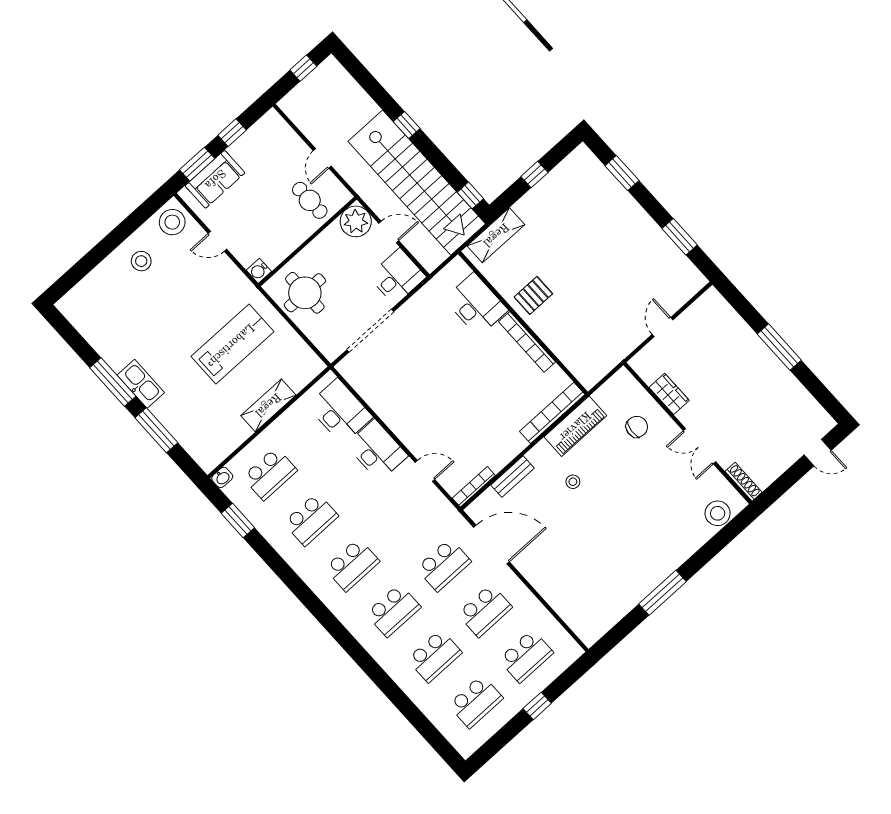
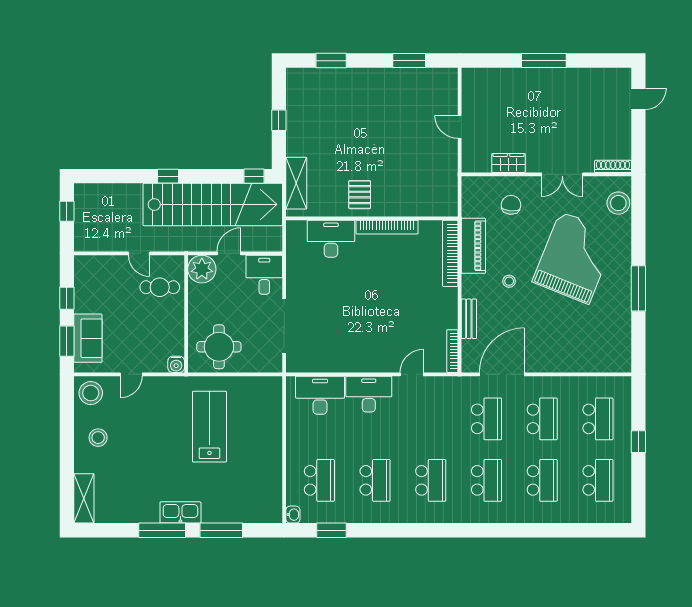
shelving: (268, 405) -> (84, 498), moved
grand piano: (641, 518) -> (575, 258), added

